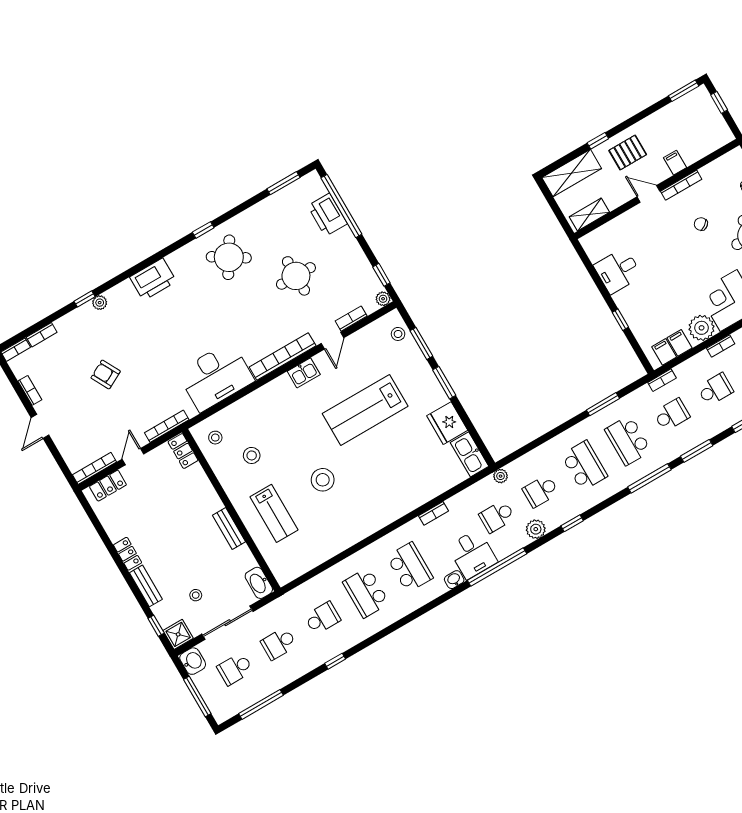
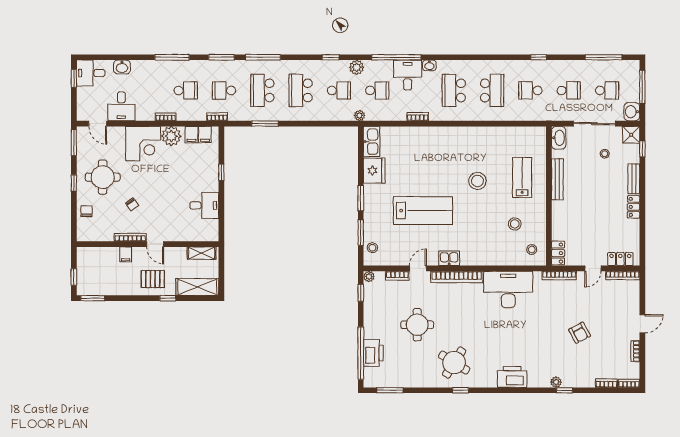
school desk: (715, 389) -> (186, 90), turned 180
school desk: (628, 440) -> (262, 90), turned 180
bench: (229, 528) -> (557, 179), width x1.36

